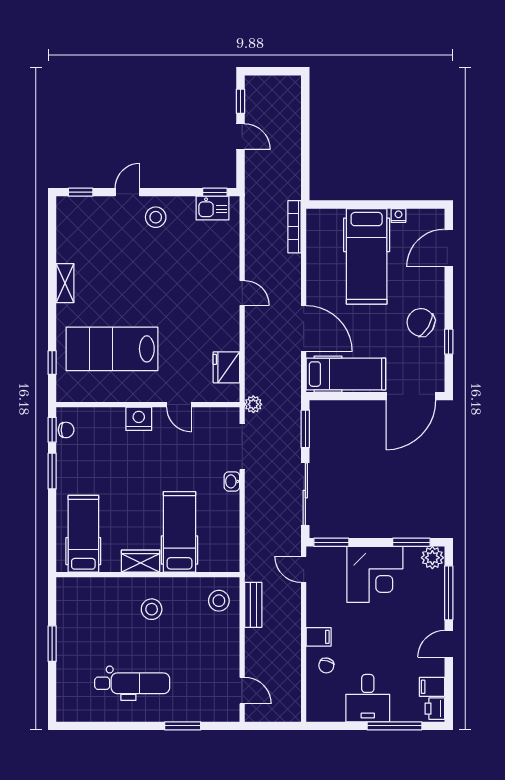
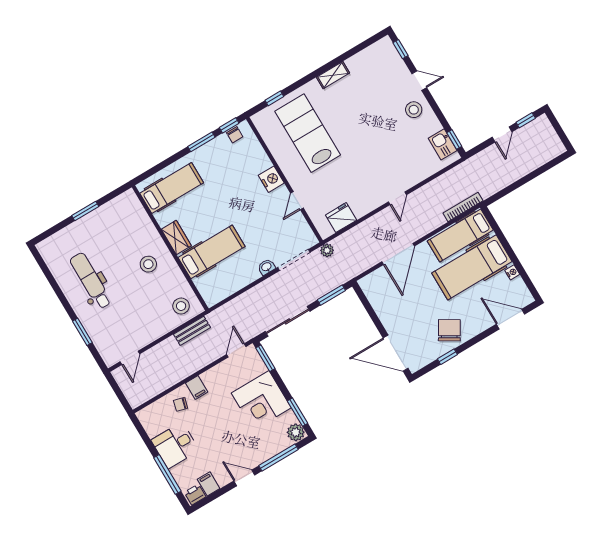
hospital bed: (346, 374) -> (460, 235), moved, turned 90
dental chair: (132, 683) -> (91, 281), turned 180

